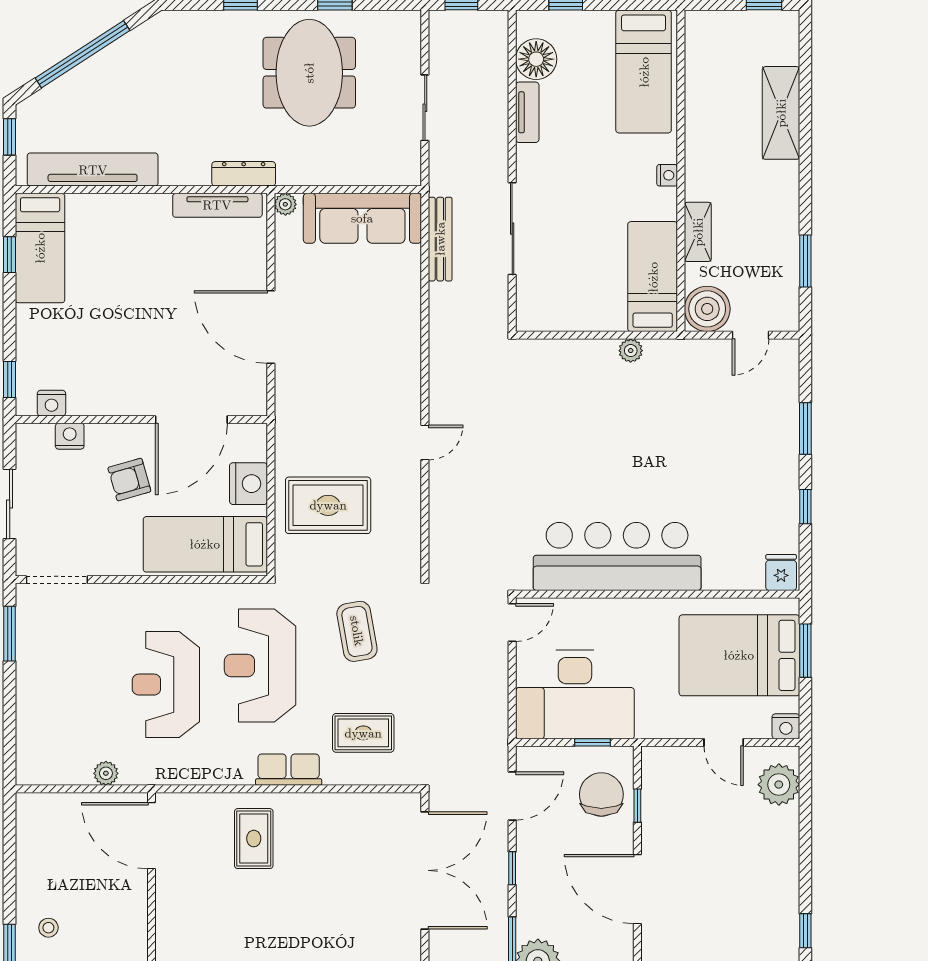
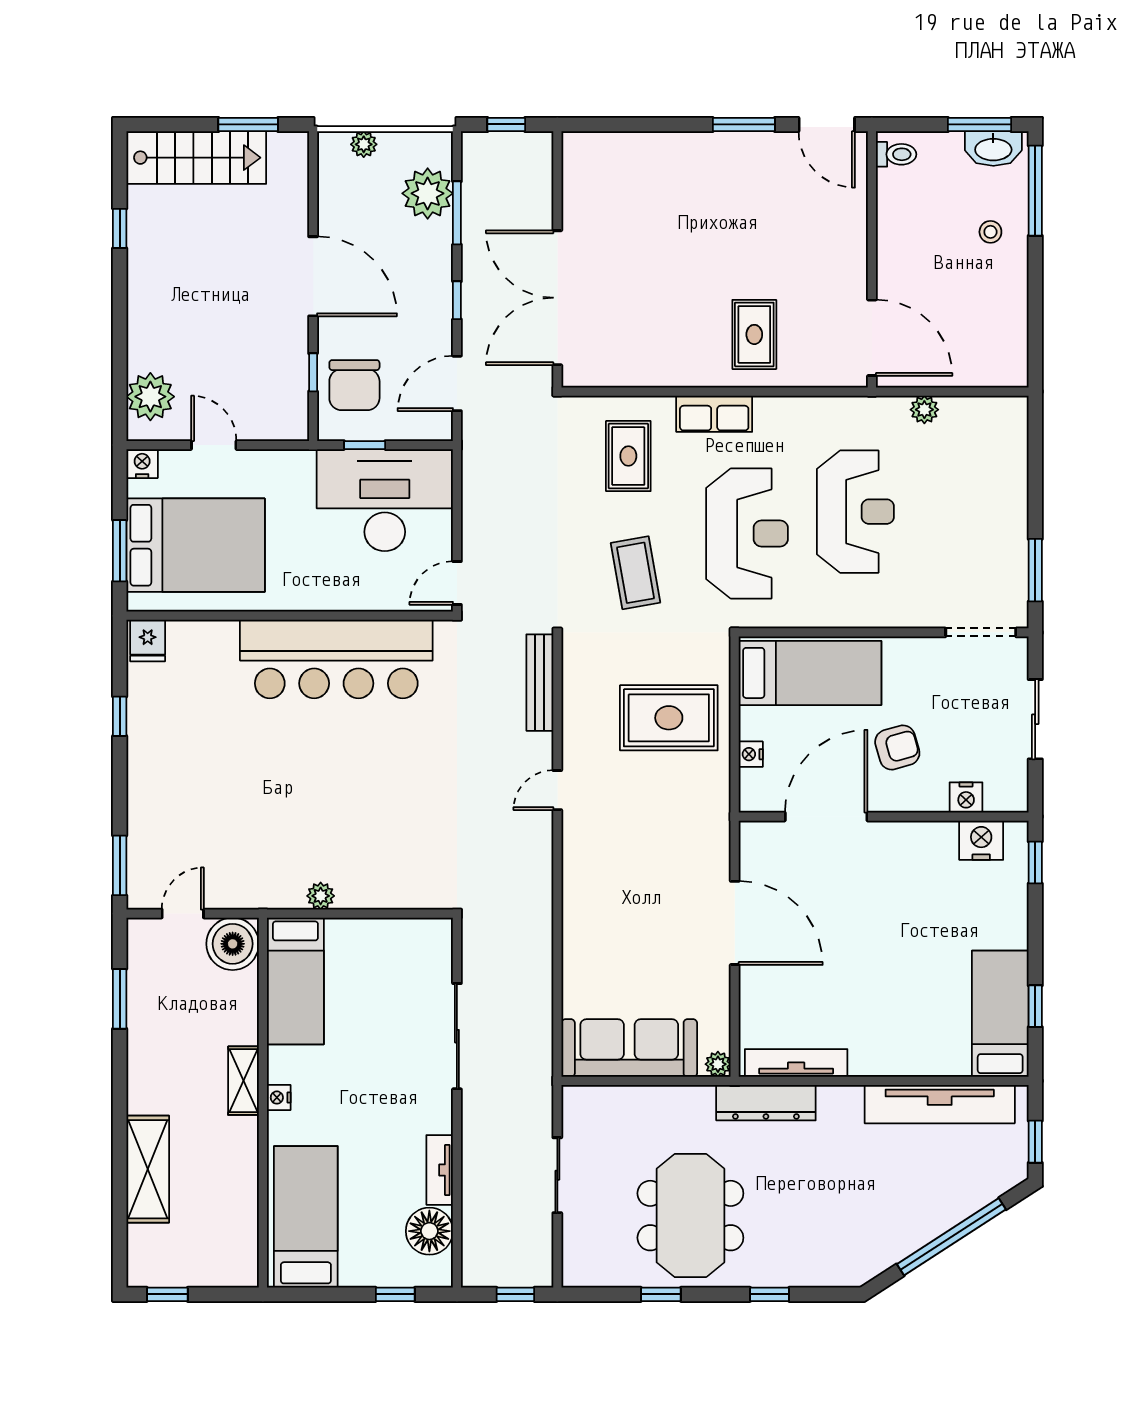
dresser: (244, 174) -> (766, 1103), width x1.37, depth x1.24
shelving: (698, 232) -> (243, 1081), moved
bench: (440, 239) -> (540, 683), moved
nightstand: (51, 403) -> (981, 840), width x1.36, depth x1.33
window: (805, 428) -> (120, 865), moved
nightstand: (248, 484) -> (751, 754), width x0.53, depth x0.56
rug: (363, 733) -> (628, 456), turned 90

